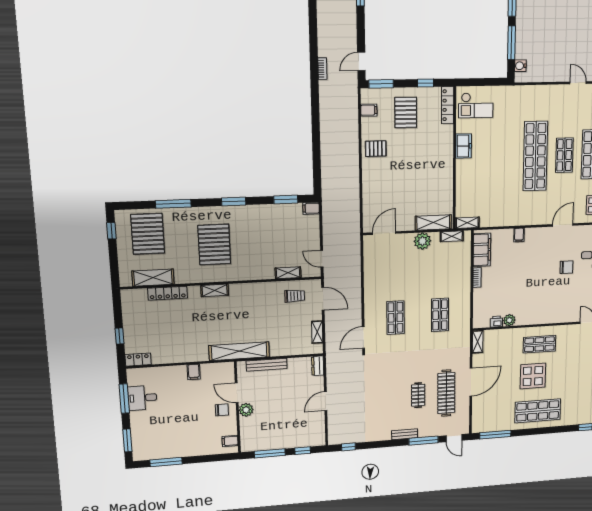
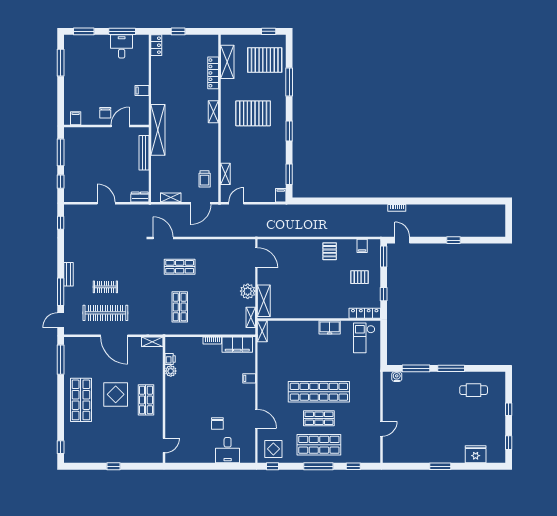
pallet: (406, 112) -> (359, 277), width x0.67, depth x0.71
shop shelf: (440, 315) -> (180, 307), turned 90
plant: (246, 410) -> (104, 133), removed

